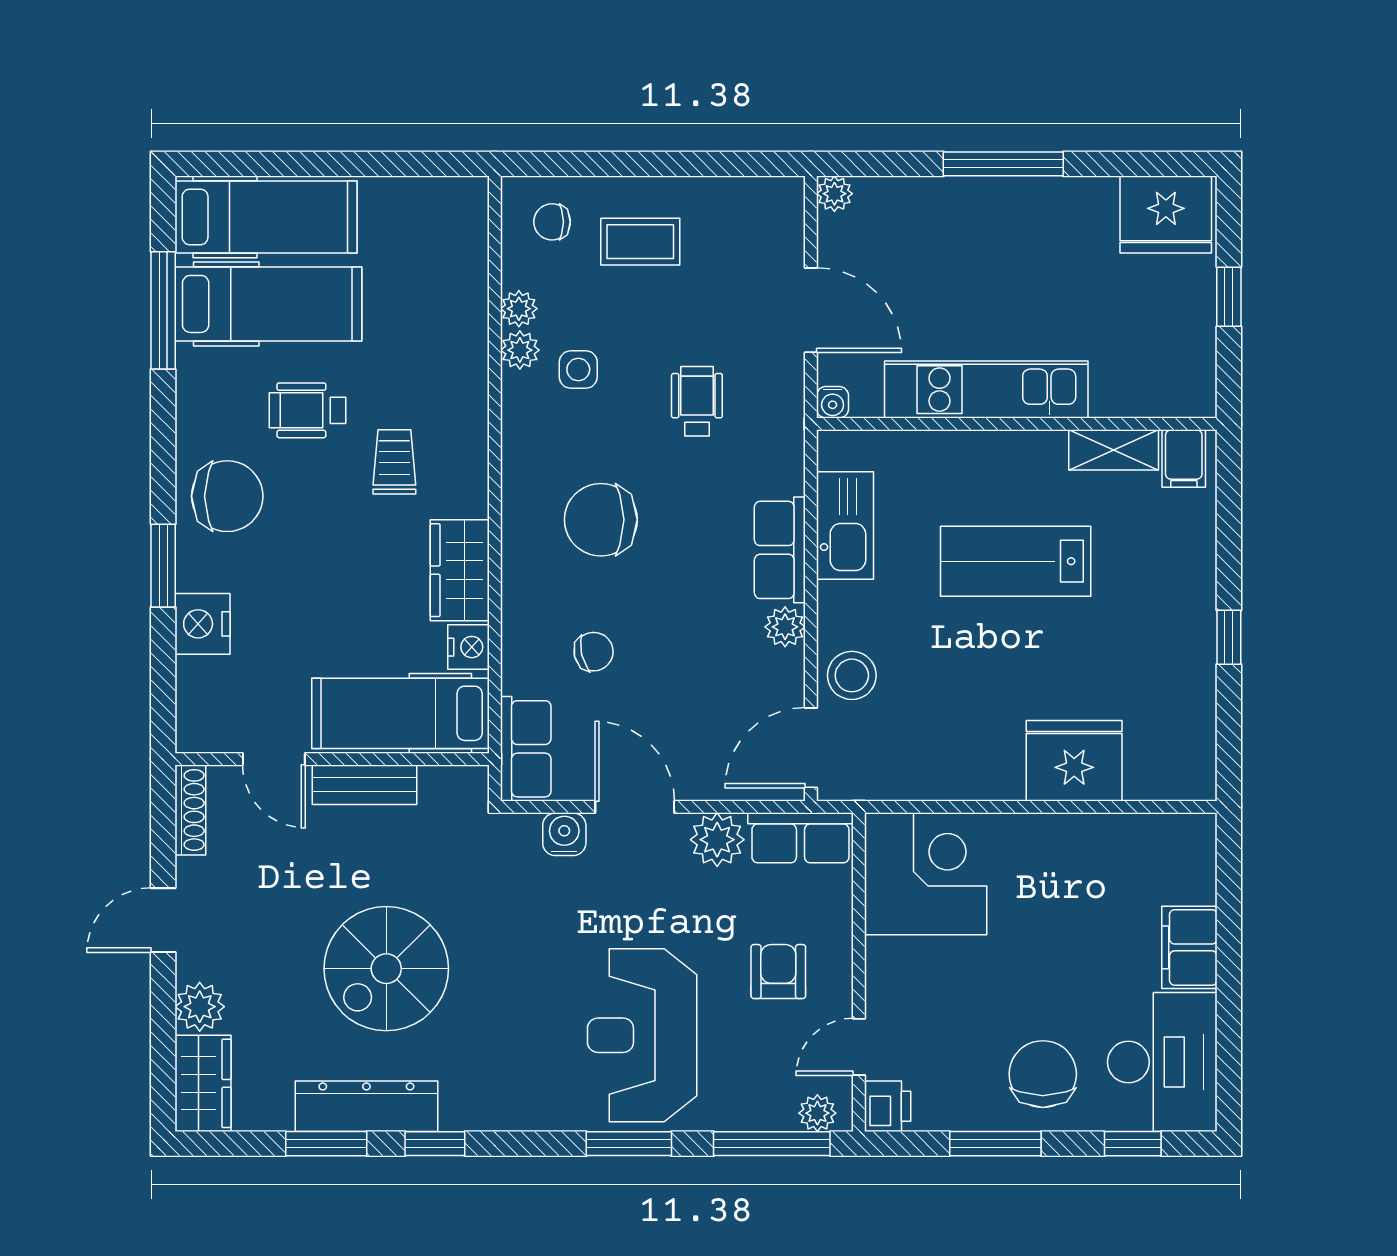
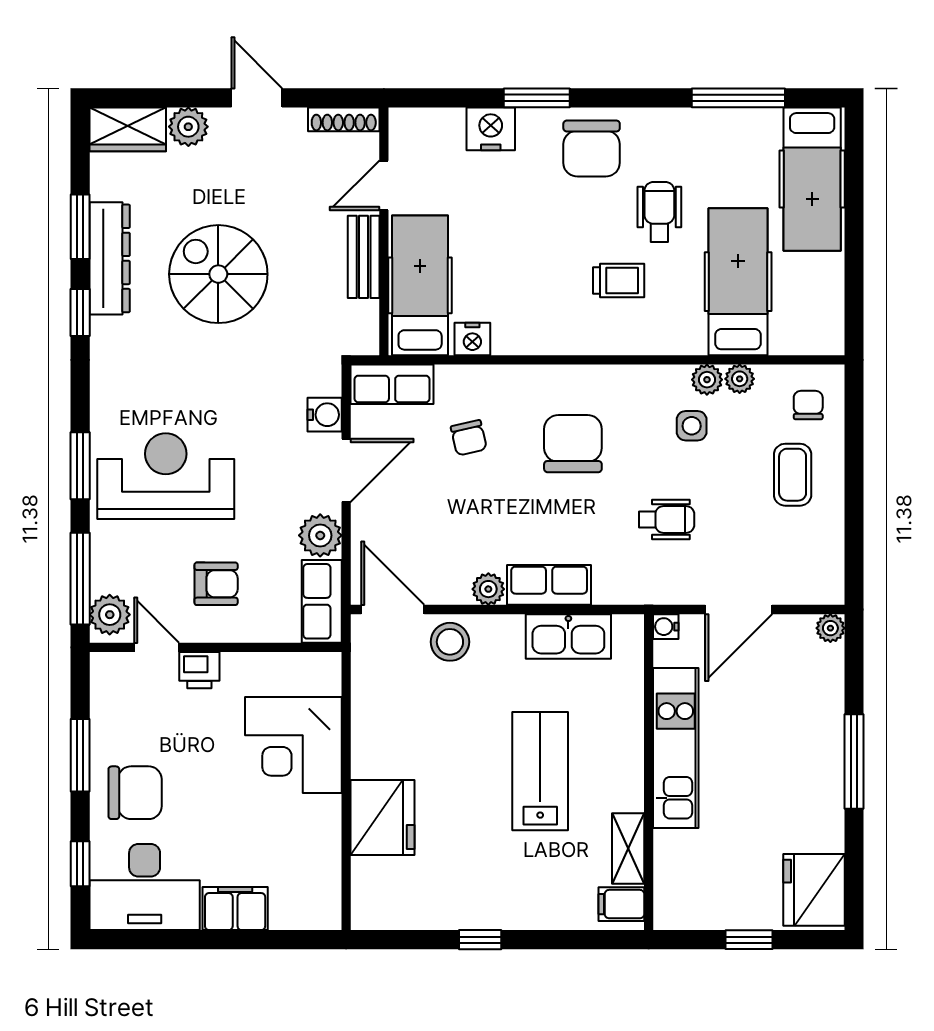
hospital bed: (268, 304) -> (738, 282), moved, turned 180
wardrobe: (460, 570) -> (533, 332), removed
corner desk: (926, 874) -> (293, 745), moved, turned 90
printer: (888, 1106) -> (199, 670), moved
plant: (817, 1113) -> (110, 615), width x1.38, depth x1.38

